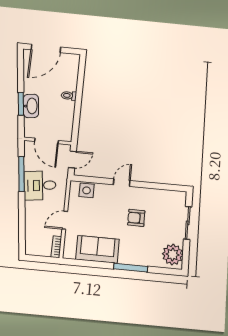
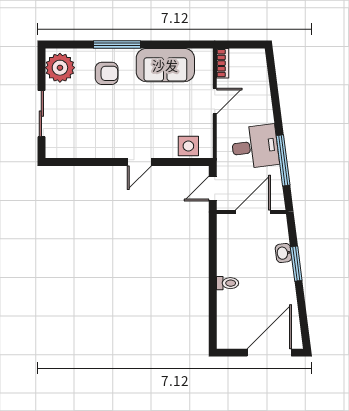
washbasin: (31, 106) -> (283, 253), width x0.52, depth x0.69
door: (46, 141) -> (253, 212), hinge flipped
armchair: (136, 218) -> (107, 73), moved

